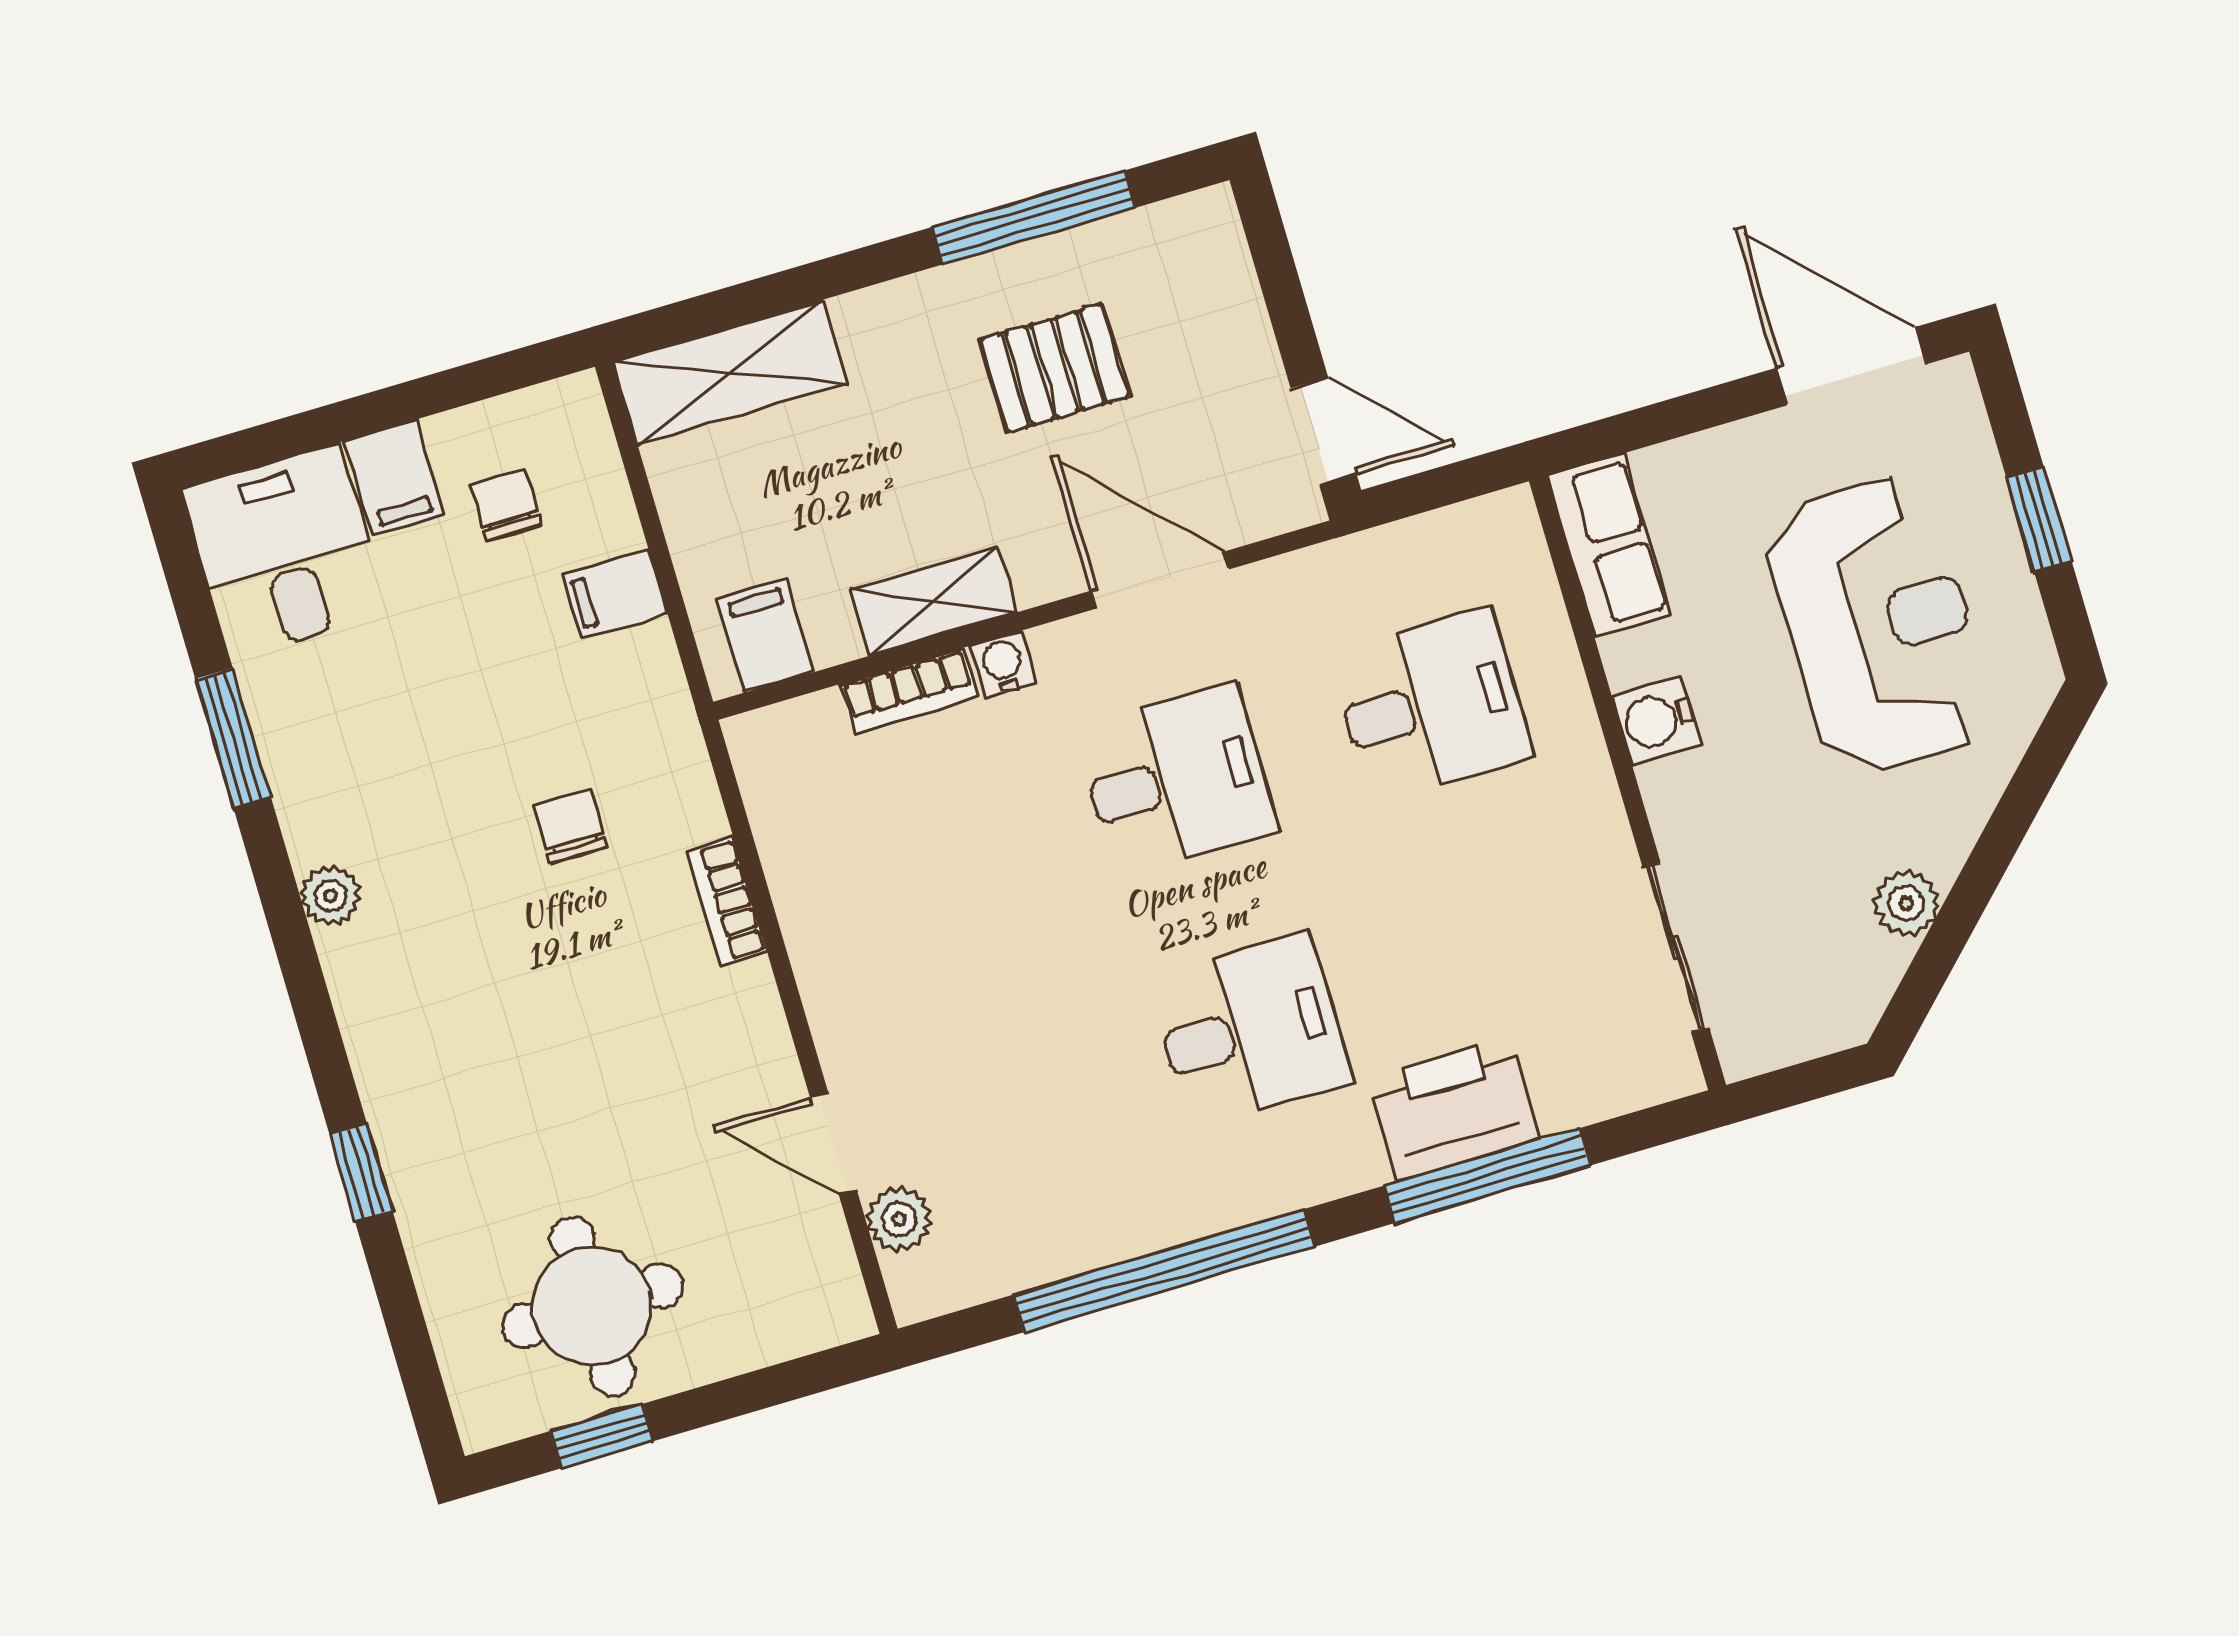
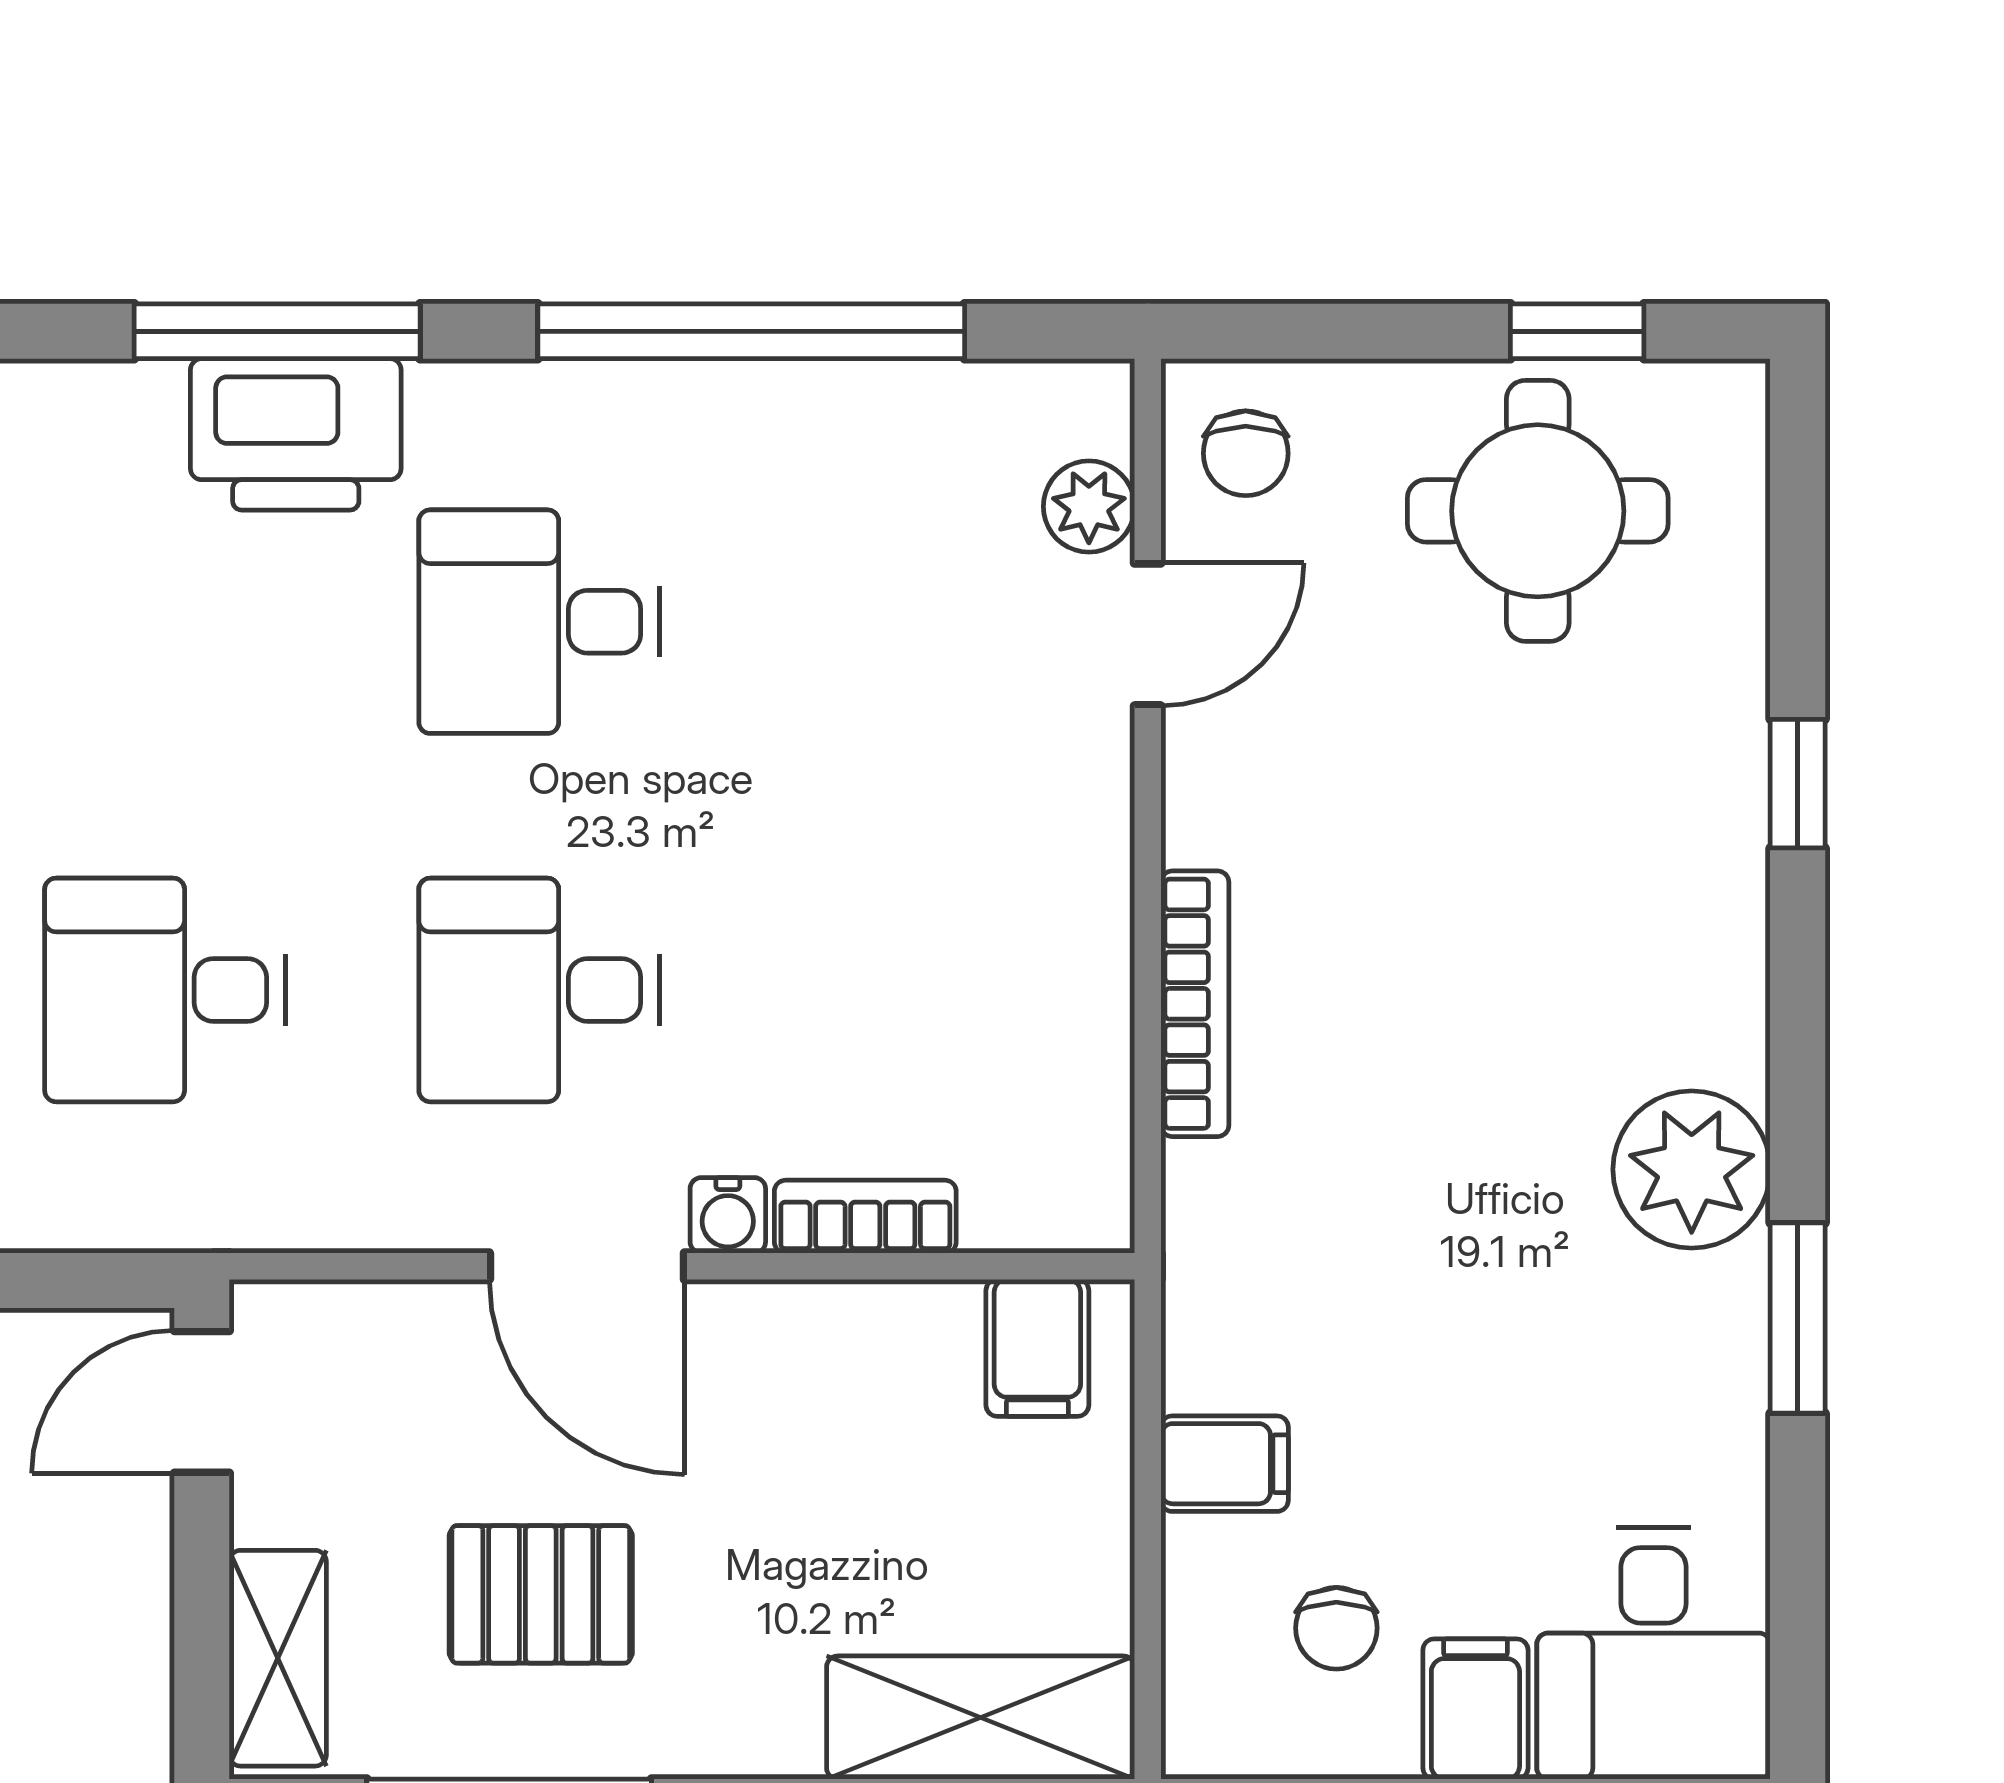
door: (1324, 431) -> (202, 1402), hinge flipped
door: (1160, 580) -> (587, 1266), moved
shelving: (933, 601) -> (278, 1658), moved, turned 90
window: (233, 738) -> (1798, 1318), moved
chair: (570, 826) -> (1246, 453), moved
plant: (331, 896) -> (1692, 1169), width x1.87, depth x1.87
bookcase: (727, 902) -> (1195, 1004), width x1.56
door: (833, 1144) -> (1148, 634), hinge flipped

